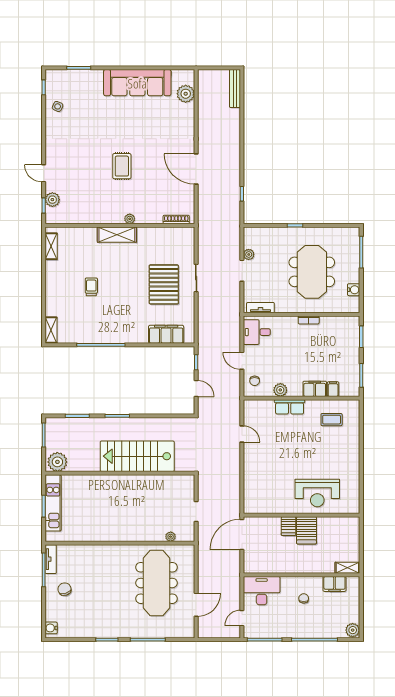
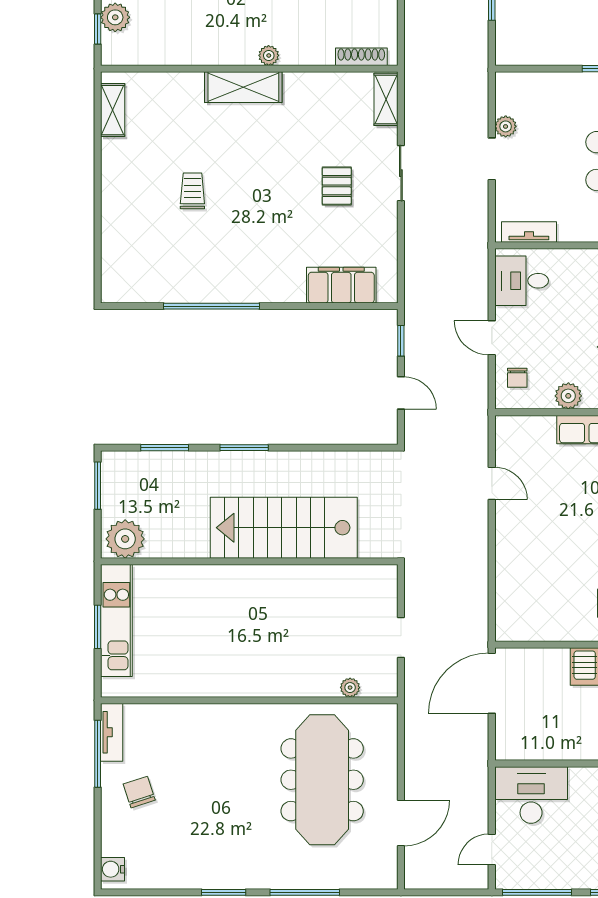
pallet: (164, 284) -> (337, 186), width x0.49, depth x0.50
shelving: (51, 330) -> (386, 99), moved

